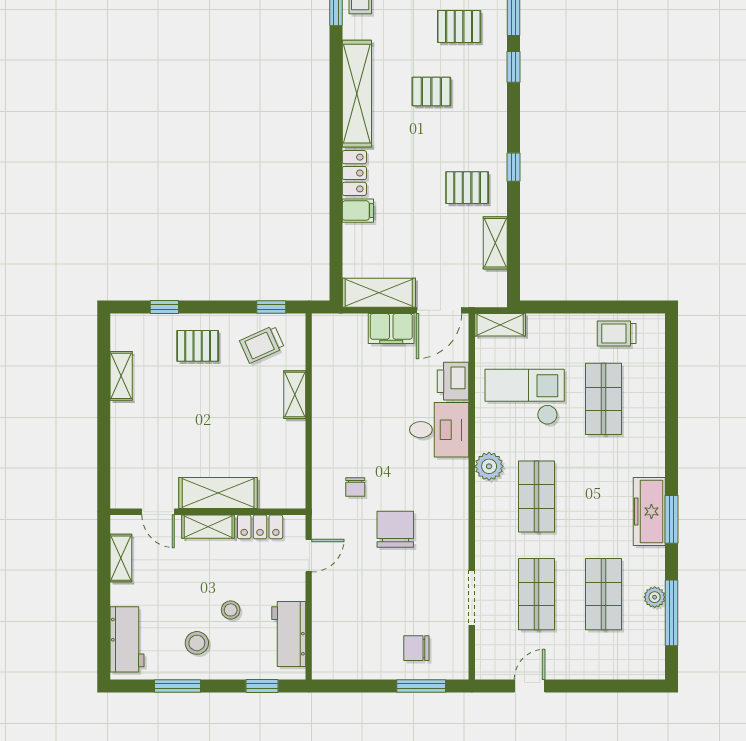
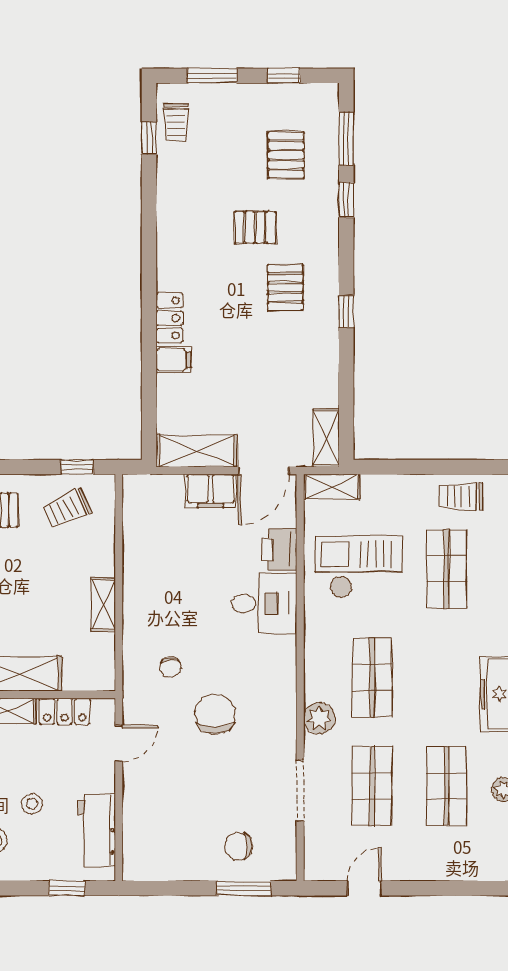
pallet: (459, 27) -> (286, 155), turned 90
shelving: (357, 94) -> (172, 230), removed
pallet: (467, 188) -> (285, 288), moved, turned 90
shelving: (495, 243) -> (326, 438), moved
shelving: (295, 395) -> (103, 605), moved
plant: (489, 466) -> (319, 718), moved

